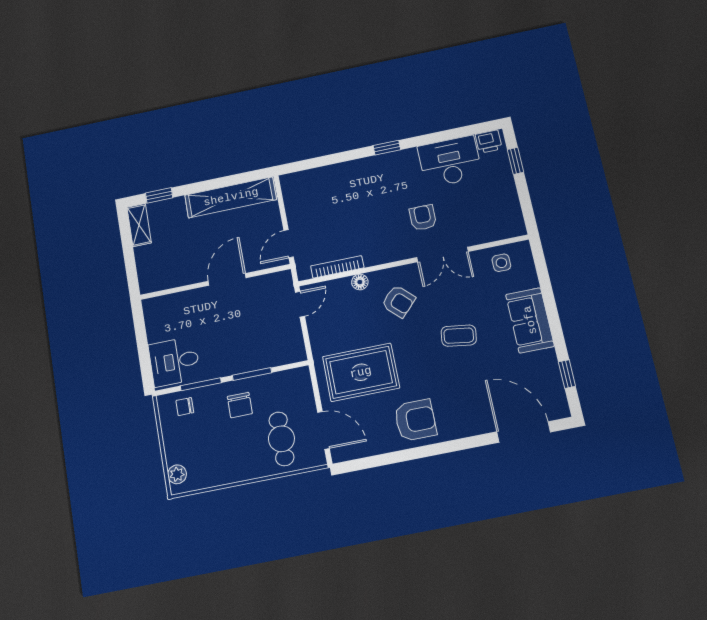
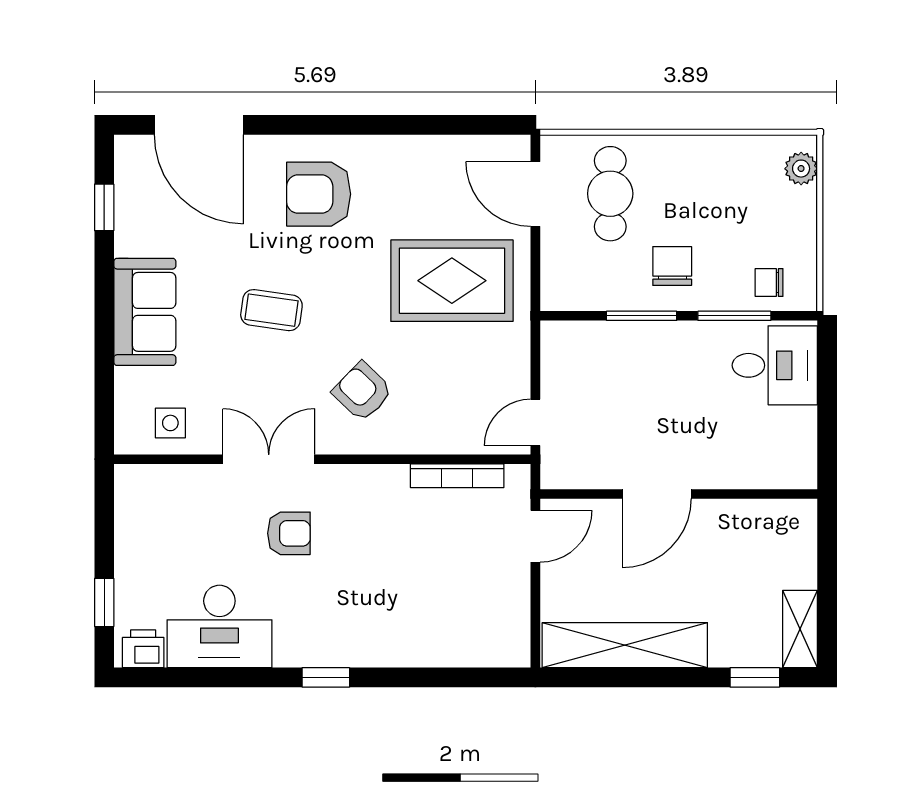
armchair: (423, 218) -> (289, 533), turned -90
floor lamp: (360, 282) -> (423, 440), removed
chair: (185, 407) -> (769, 283), turned 180
armchair: (415, 420) -> (319, 194), moved

